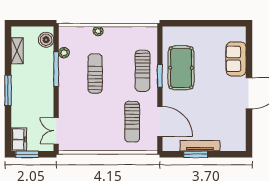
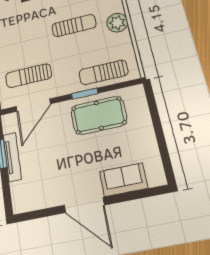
plant: (98, 31) -> (117, 23), width x1.88, depth x1.88
sun lounger: (143, 71) -> (103, 72), moved

